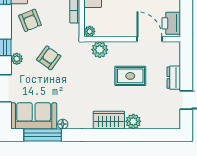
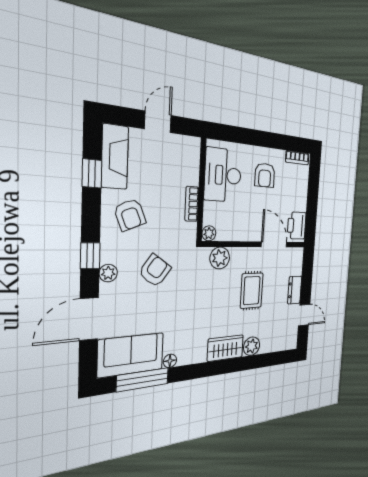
rug: (130, 76) -> (252, 291), turned 90

